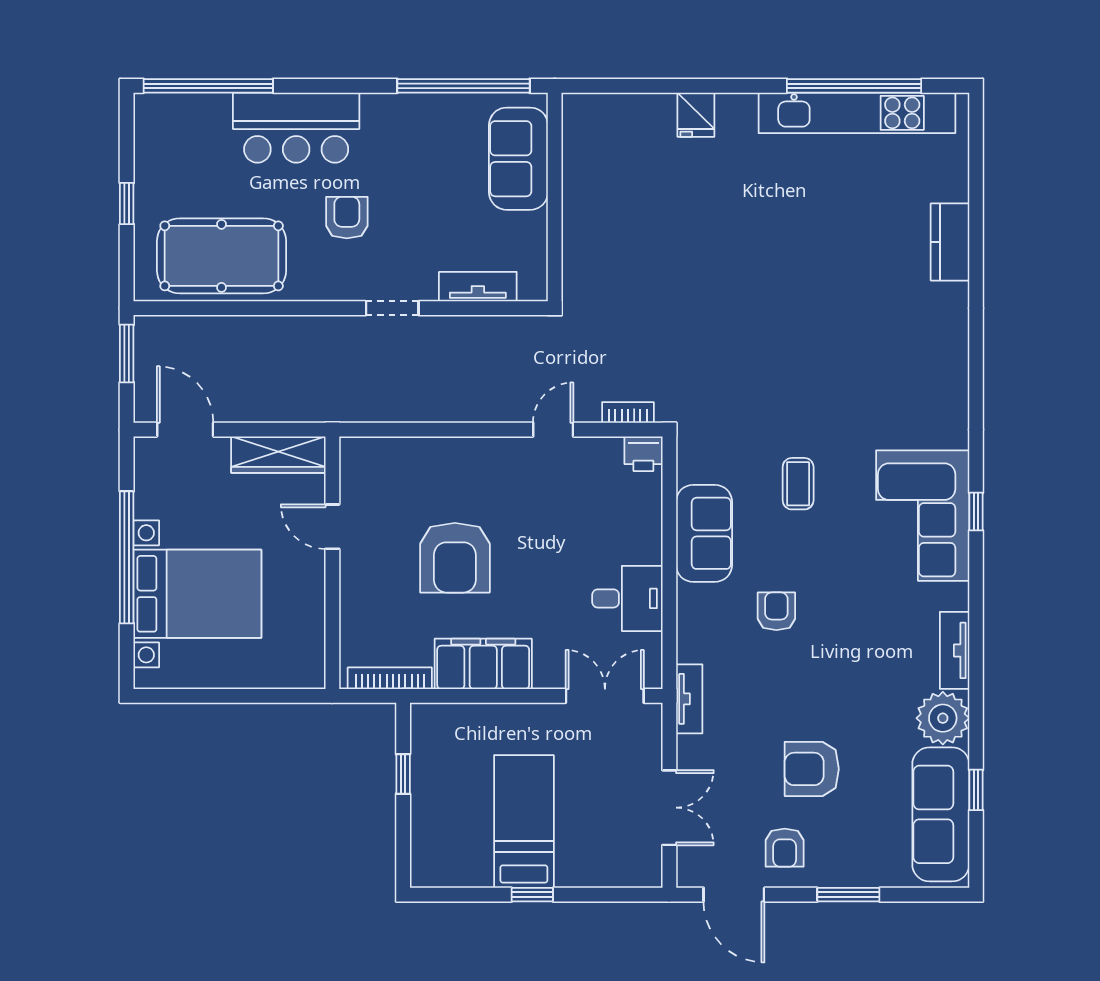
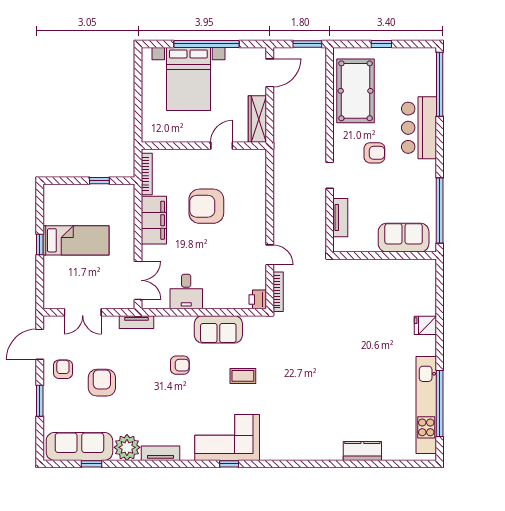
bookcase: (628, 412) -> (278, 292), width x1.56
armchair: (785, 848) -> (63, 369), turned 90

